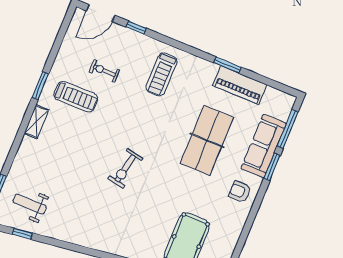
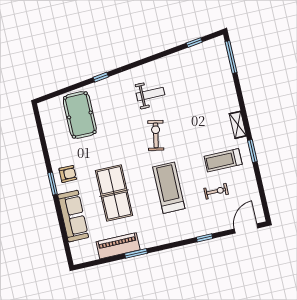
window: (136, 28) -> (205, 238), moved
treadmill: (161, 74) -> (169, 188), moved, width x1.37, depth x1.38
window: (288, 129) -> (65, 239), removed
window: (272, 167) -> (53, 184), moved
weight bench: (30, 204) -> (150, 94), moved

